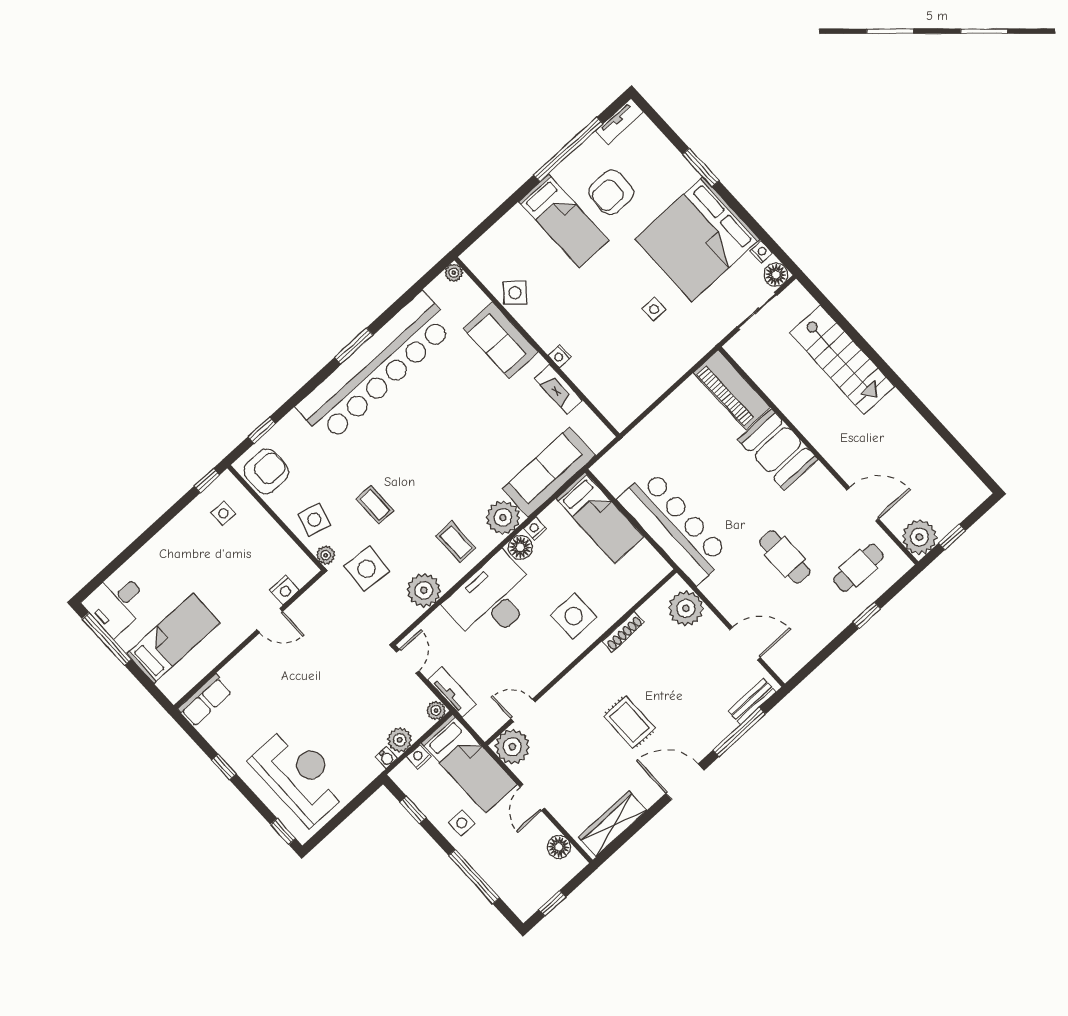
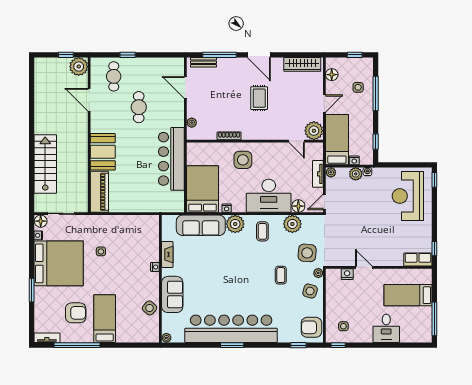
bed: (600, 518) -> (203, 189), width x1.50
floor lamp: (520, 547) -> (298, 206), moved
cafe table: (858, 568) -> (114, 76), turned 90
desk: (117, 603) -> (386, 328), moved, turned 90
plant: (686, 608) -> (192, 123), width x0.53, depth x0.53
window: (224, 767) -> (434, 249), moved
side table: (462, 823) -> (358, 87), moved

